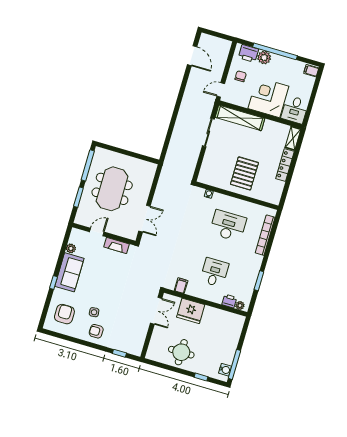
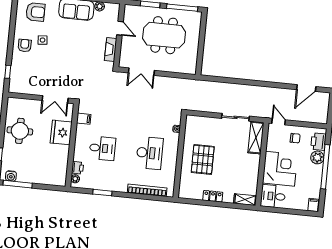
shelving: (240, 118) -> (256, 138), width x0.68
locker: (285, 165) -> (213, 196), width x0.66
pallet: (244, 173) -> (203, 159), turned 90

